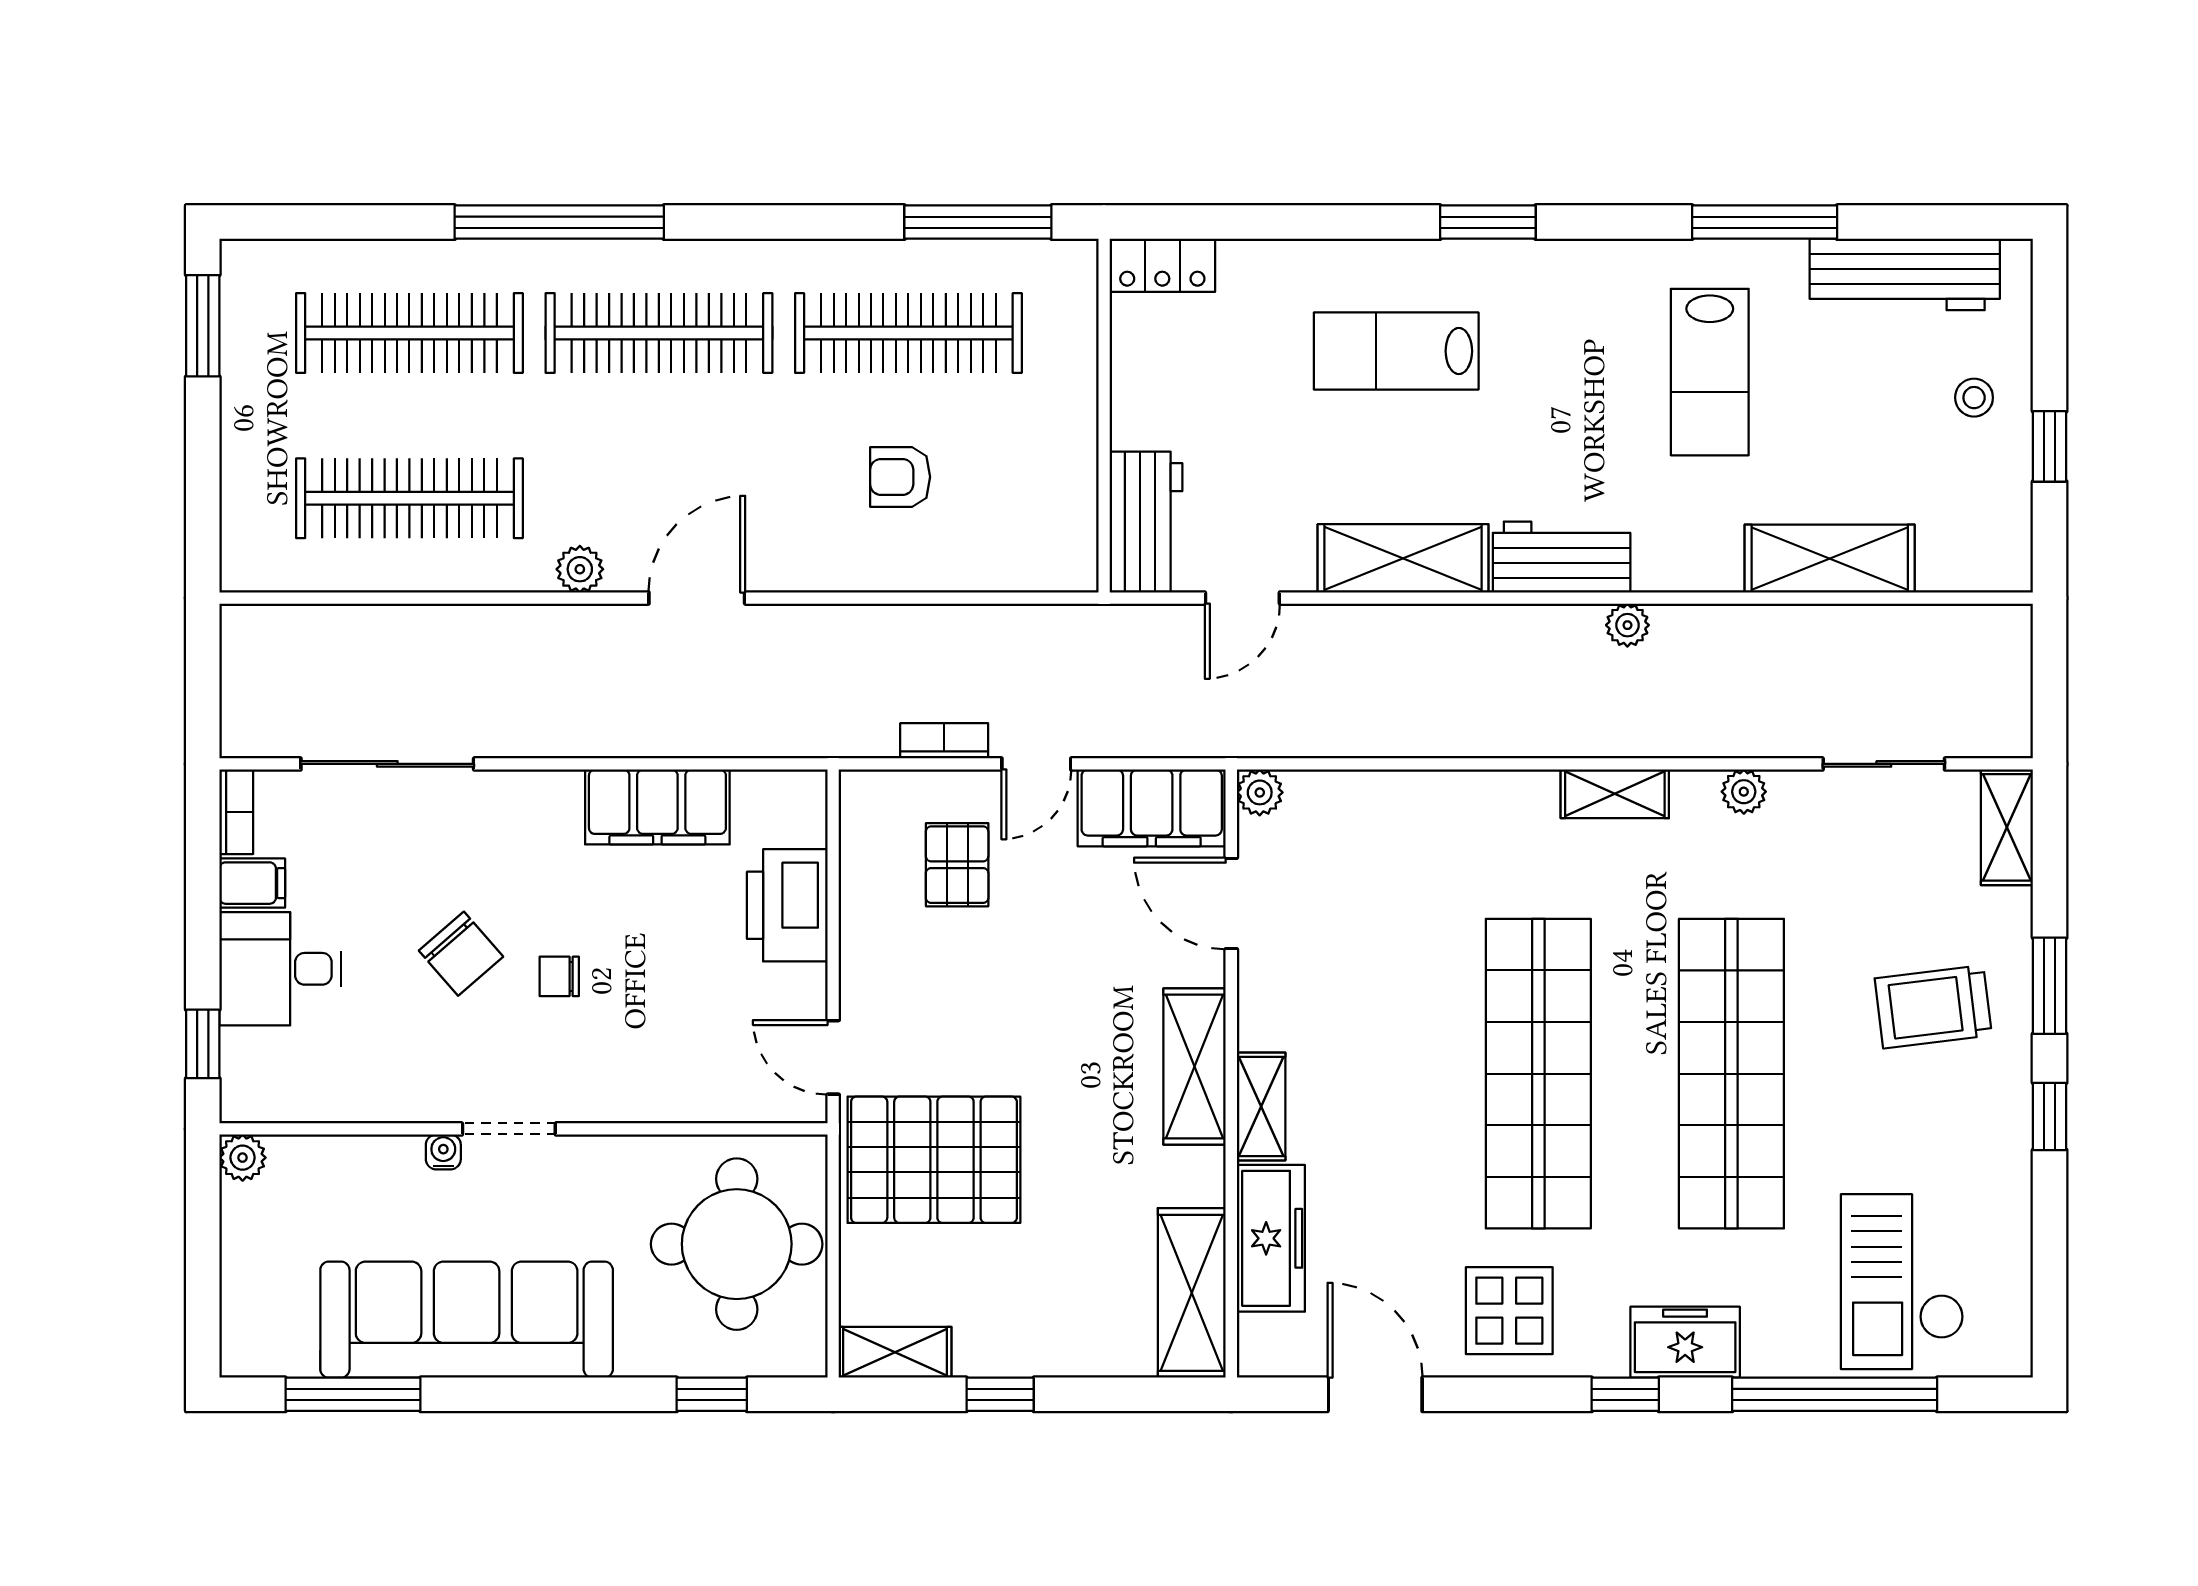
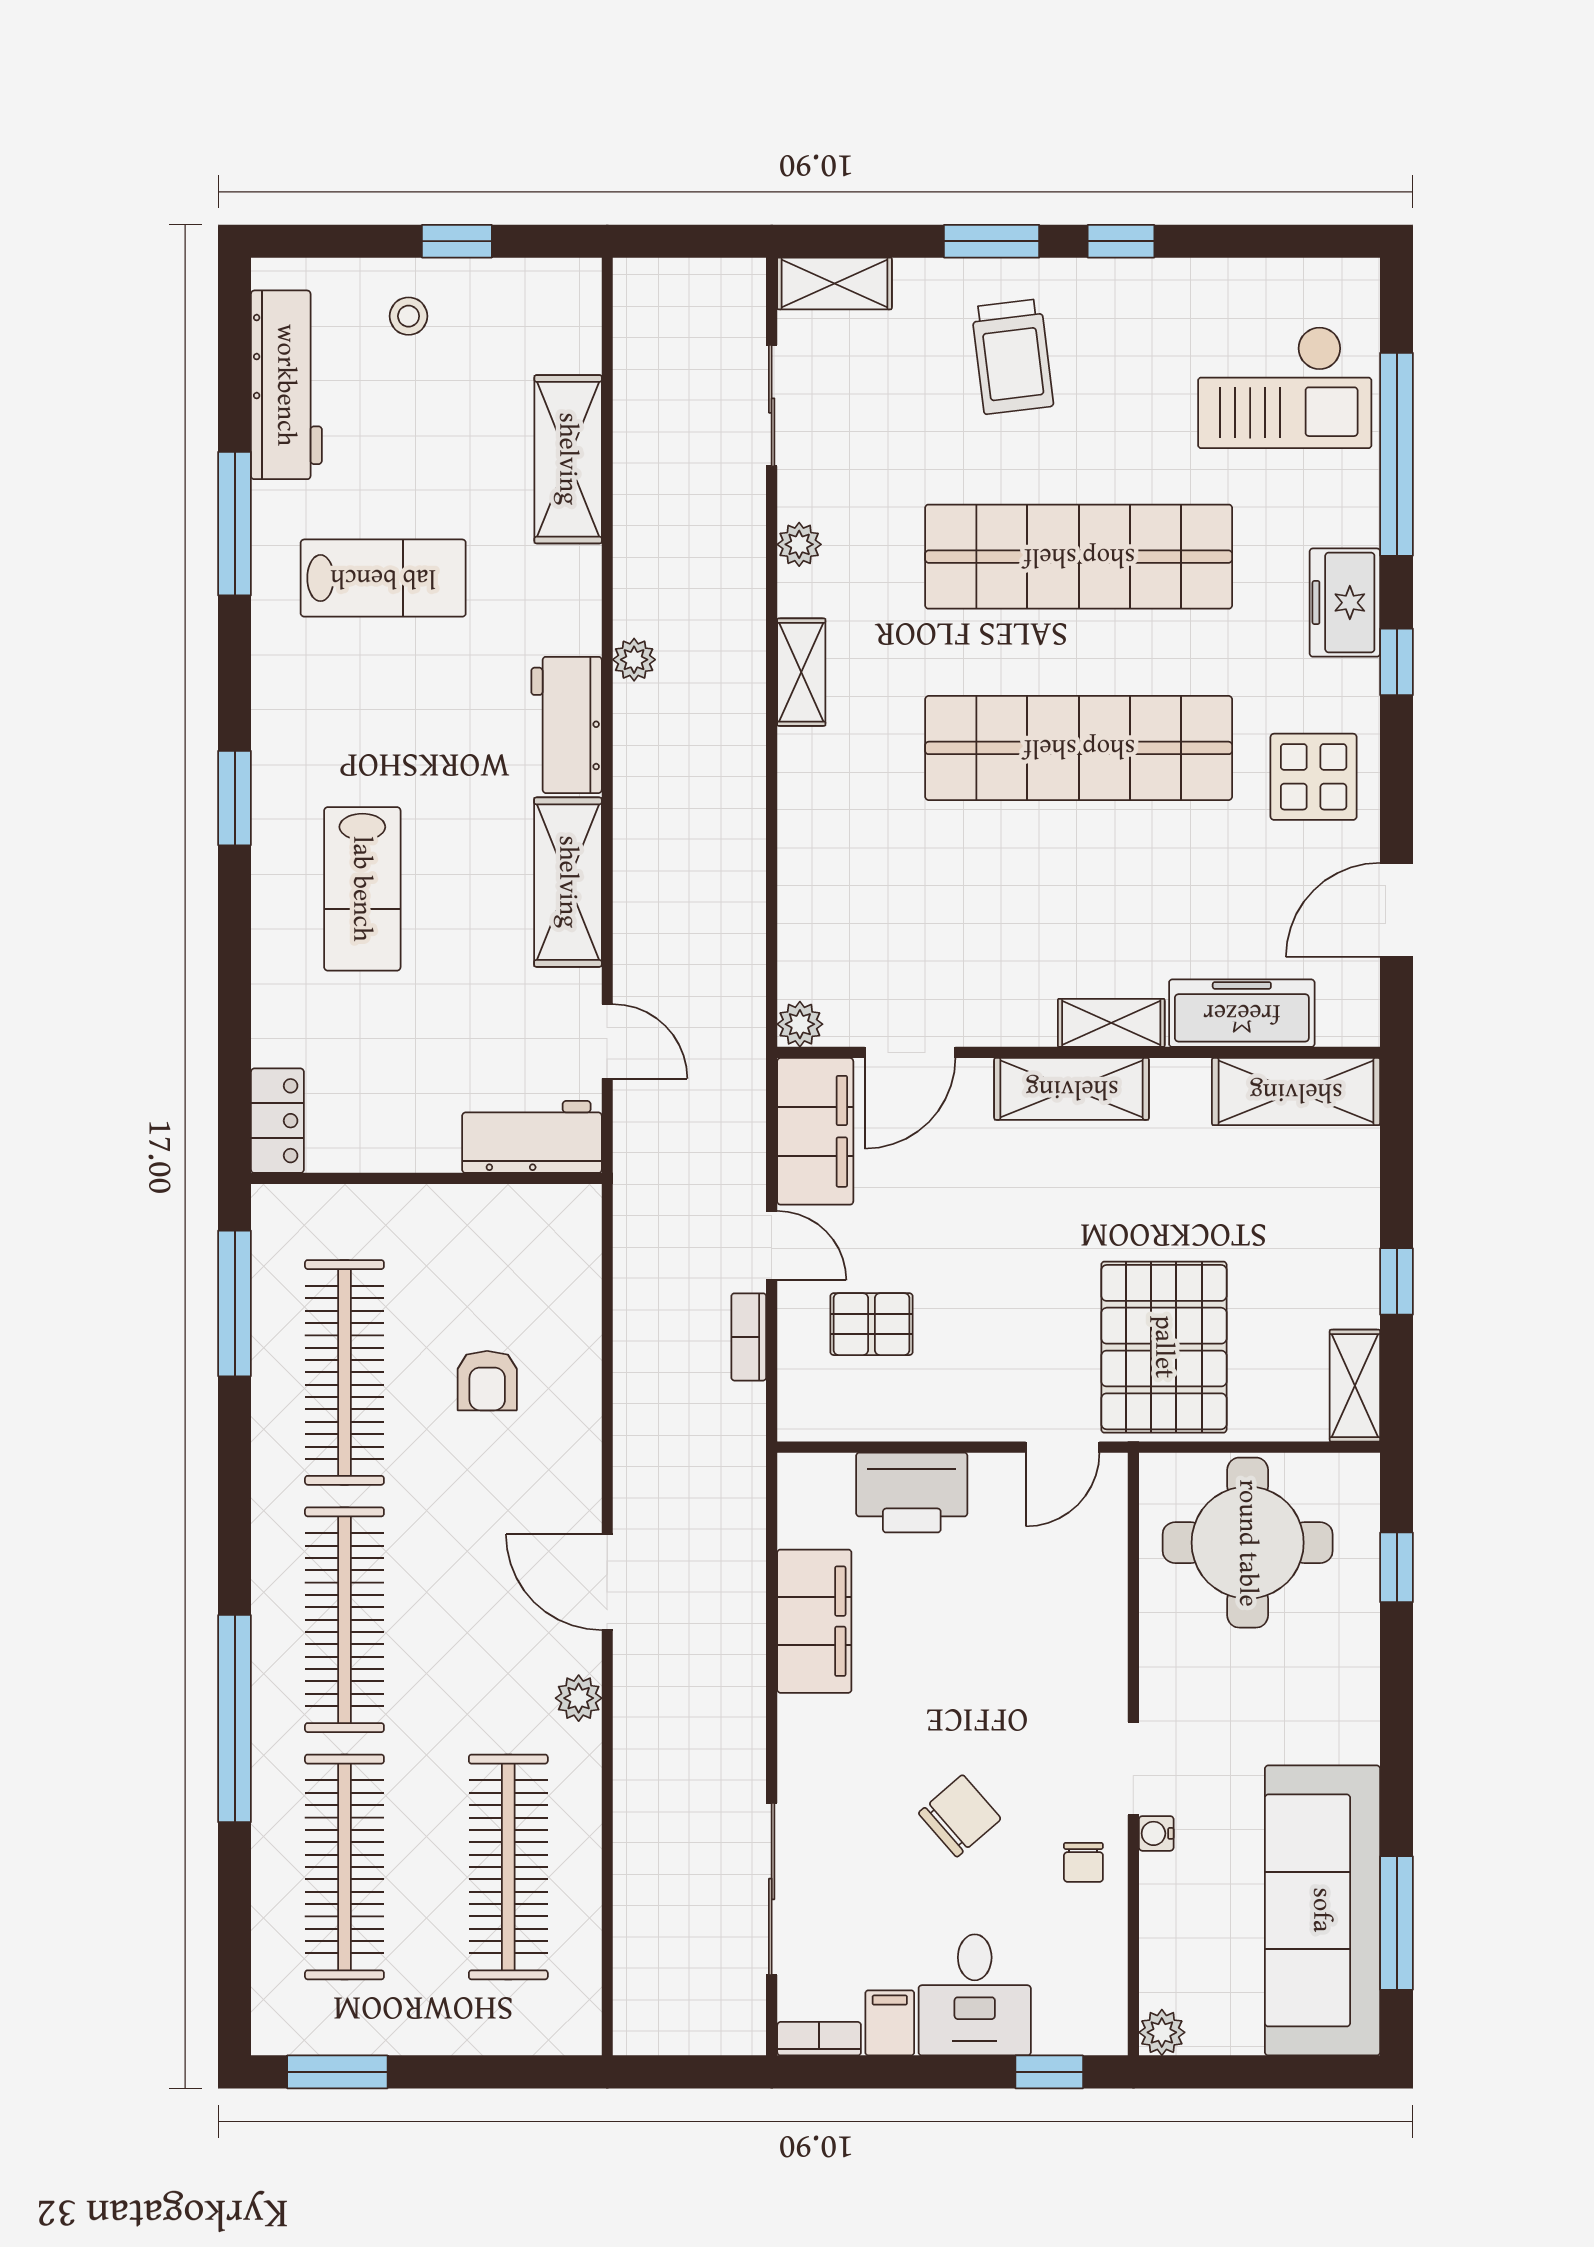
chair: (559, 976) -> (1083, 1862), moved
sofa: (467, 1320) -> (1322, 1910), moved

